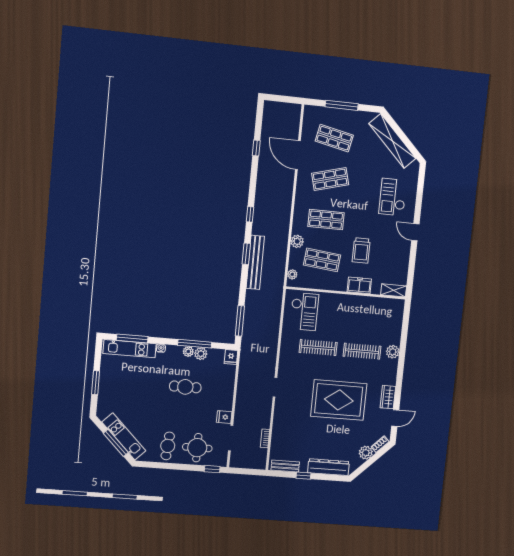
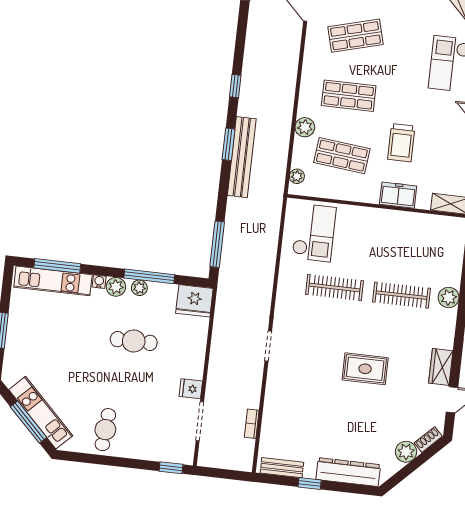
plant: (201, 354) -> (116, 287), moved
fridge: (231, 357) -> (194, 301), width x1.88, depth x1.34
rug: (339, 400) -> (365, 369), width x0.54, depth x0.49
round table: (197, 448) -> (149, 434), removed

